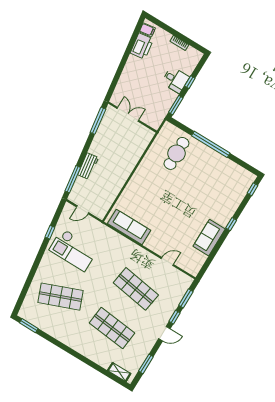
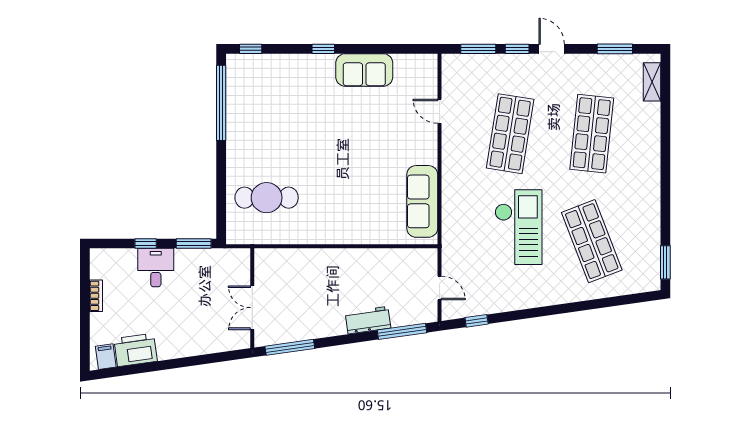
window: (211, 144) -> (221, 103), moved
window: (50, 232) -> (477, 321), moved
checkout: (73, 250) -> (519, 227), moved

